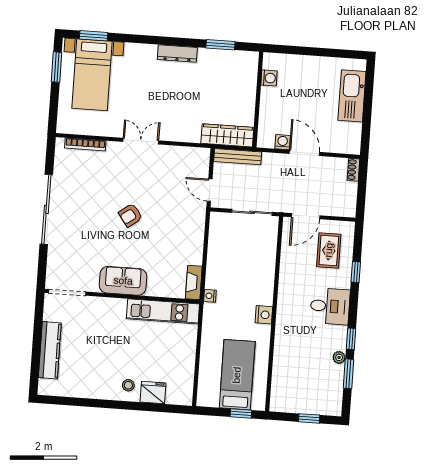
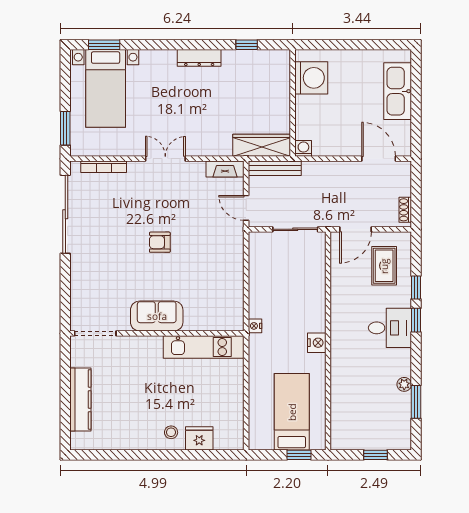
window: (220, 45) -> (247, 45), width x0.67
window: (56, 67) -> (65, 128), moved
washing machine: (269, 78) -> (311, 78), width x1.89, depth x1.89
washing machine: (283, 142) -> (303, 148), moved
door: (304, 153) -> (379, 159), moved
shoe rack: (353, 170) -> (405, 210), moved
sliding door: (46, 209) -> (65, 214), moved
armchair: (130, 215) -> (160, 242), turned 36
fireplace: (194, 282) -> (225, 169), moved, turned -90
window: (351, 339) -> (416, 320), moved

